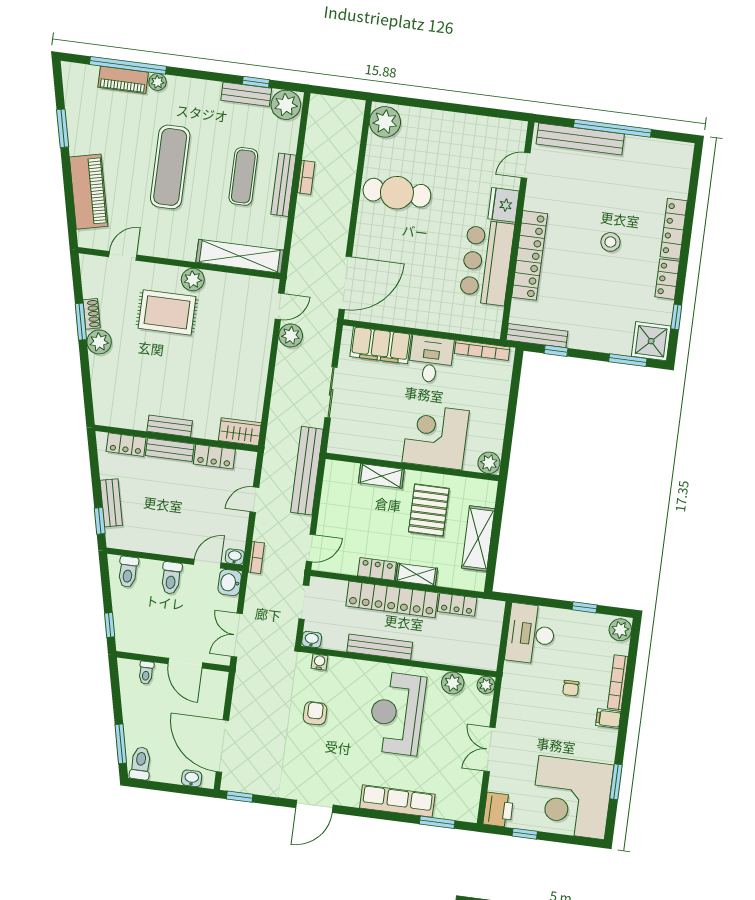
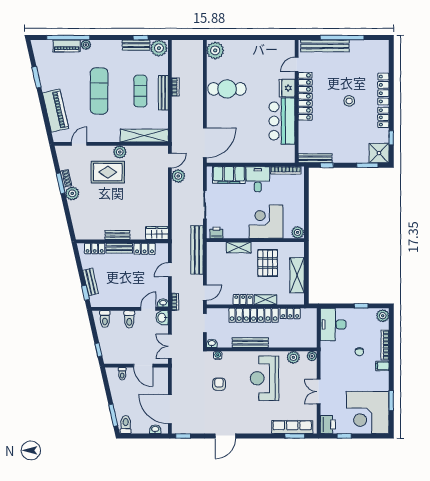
locker: (530, 255) -> (305, 96), moved
printer: (345, 445) -> (216, 233), added
row of seats: (397, 801) -> (292, 427), moved

